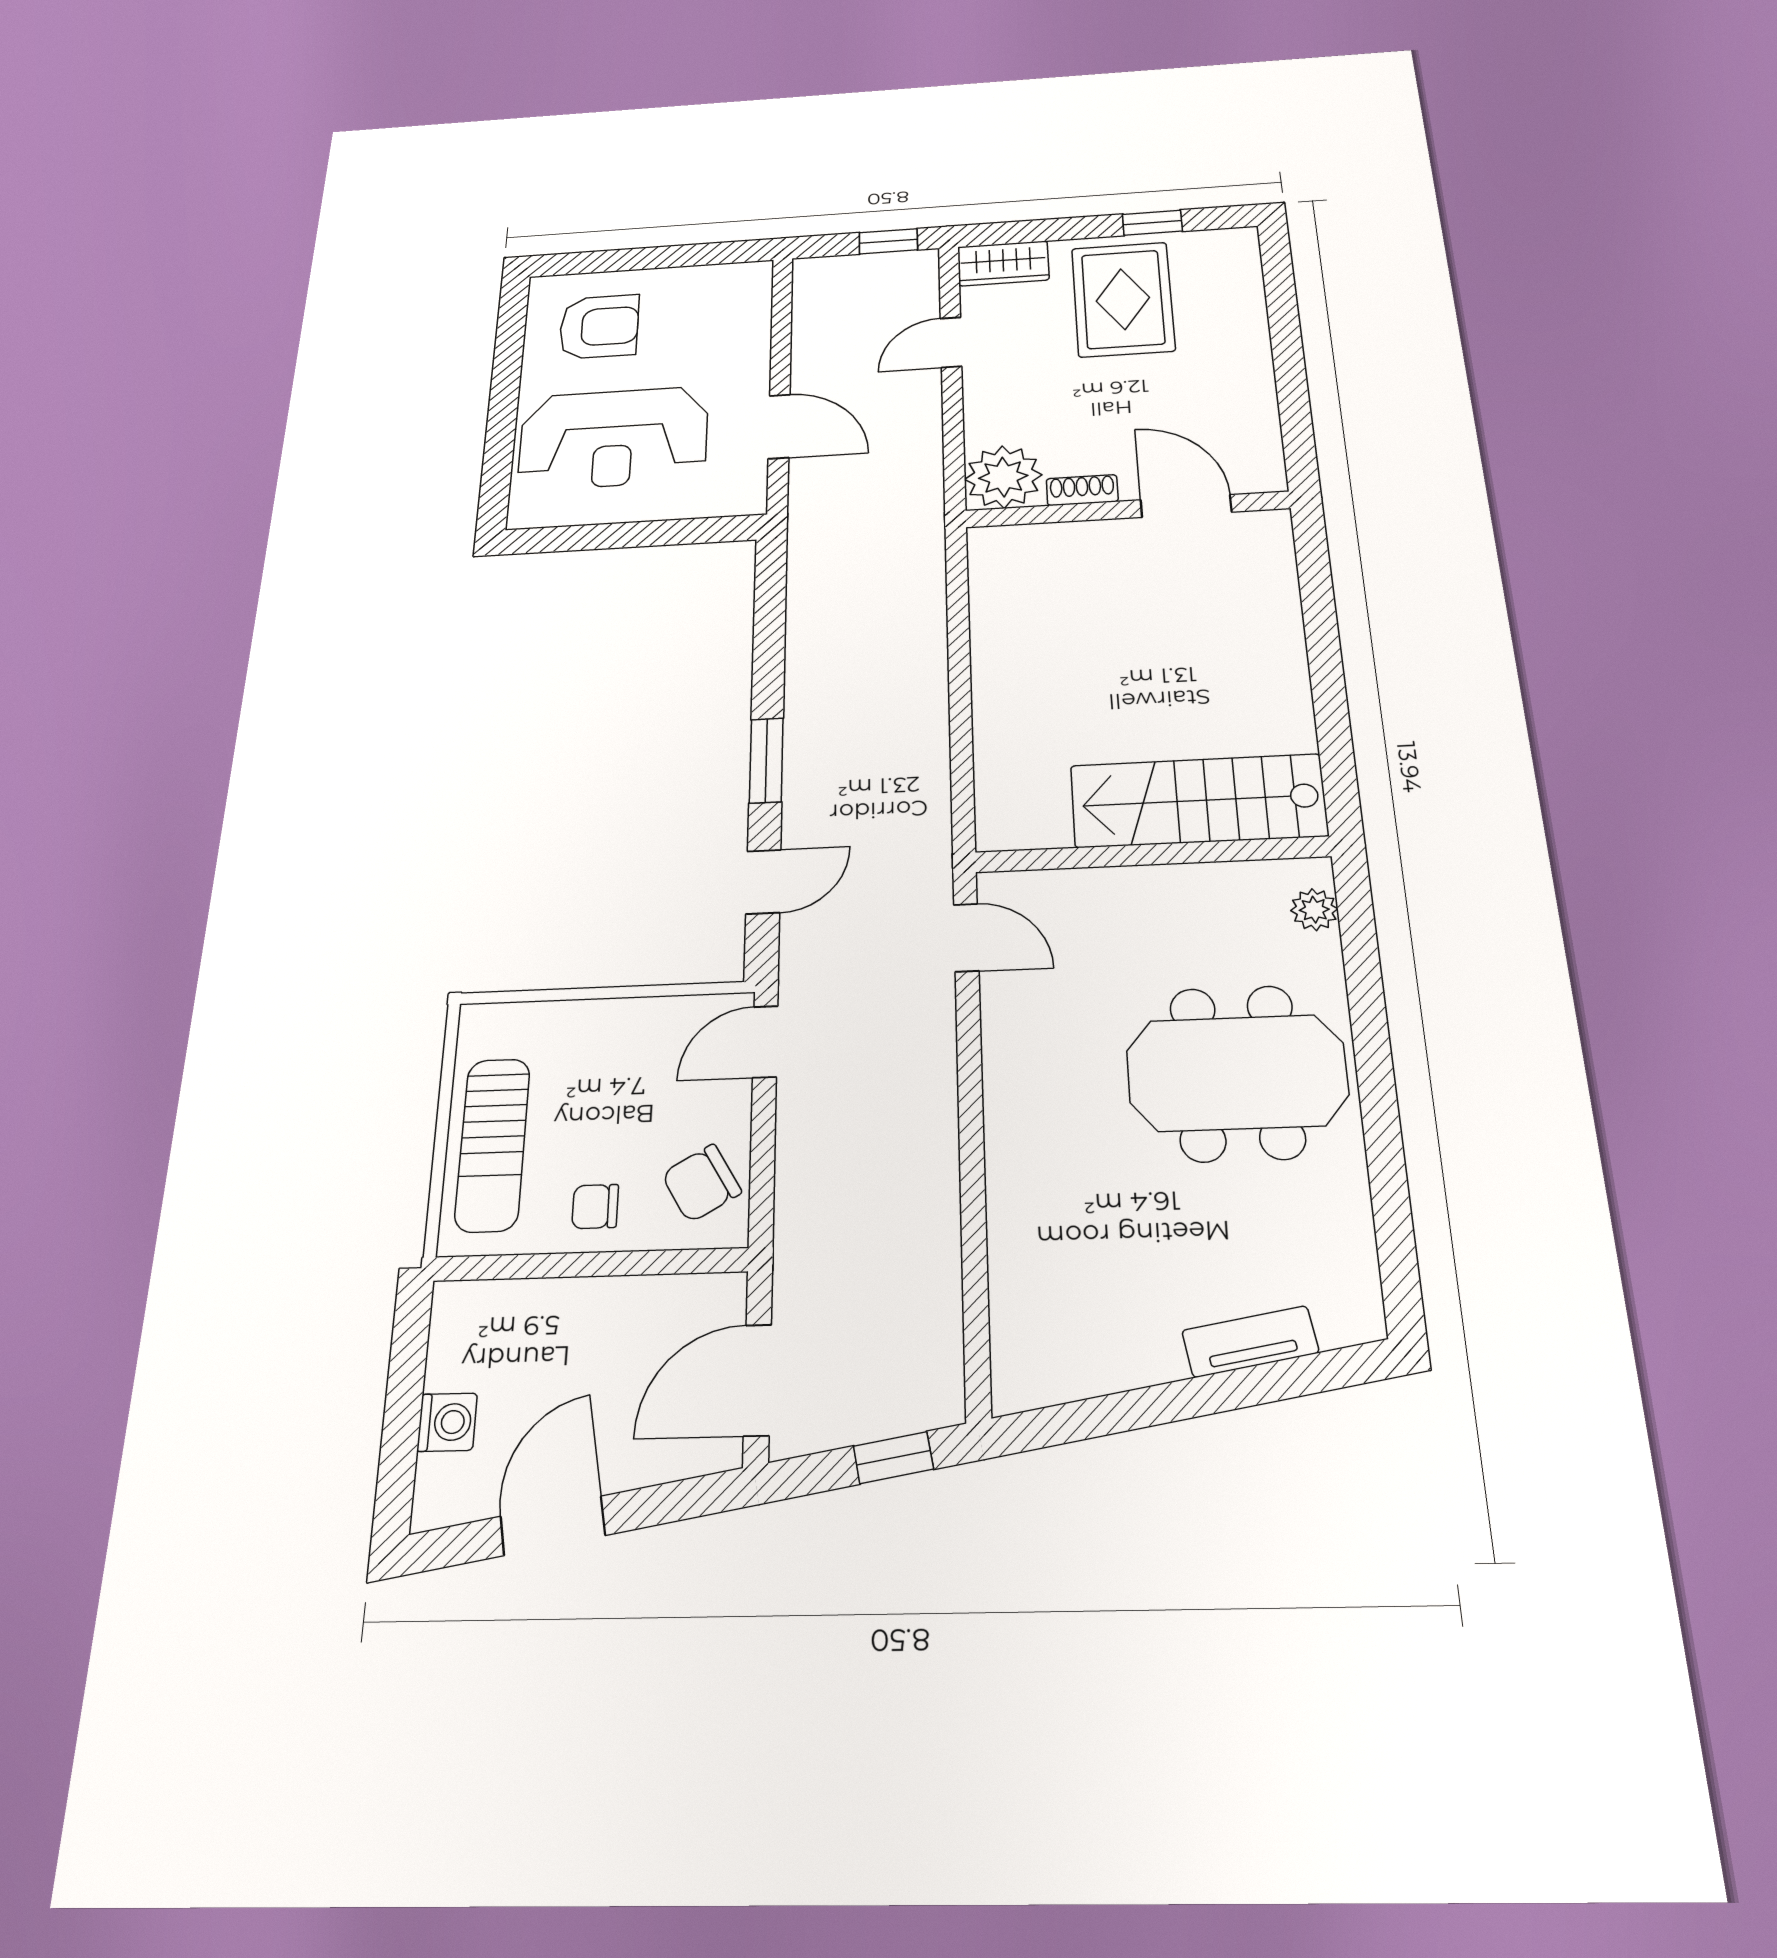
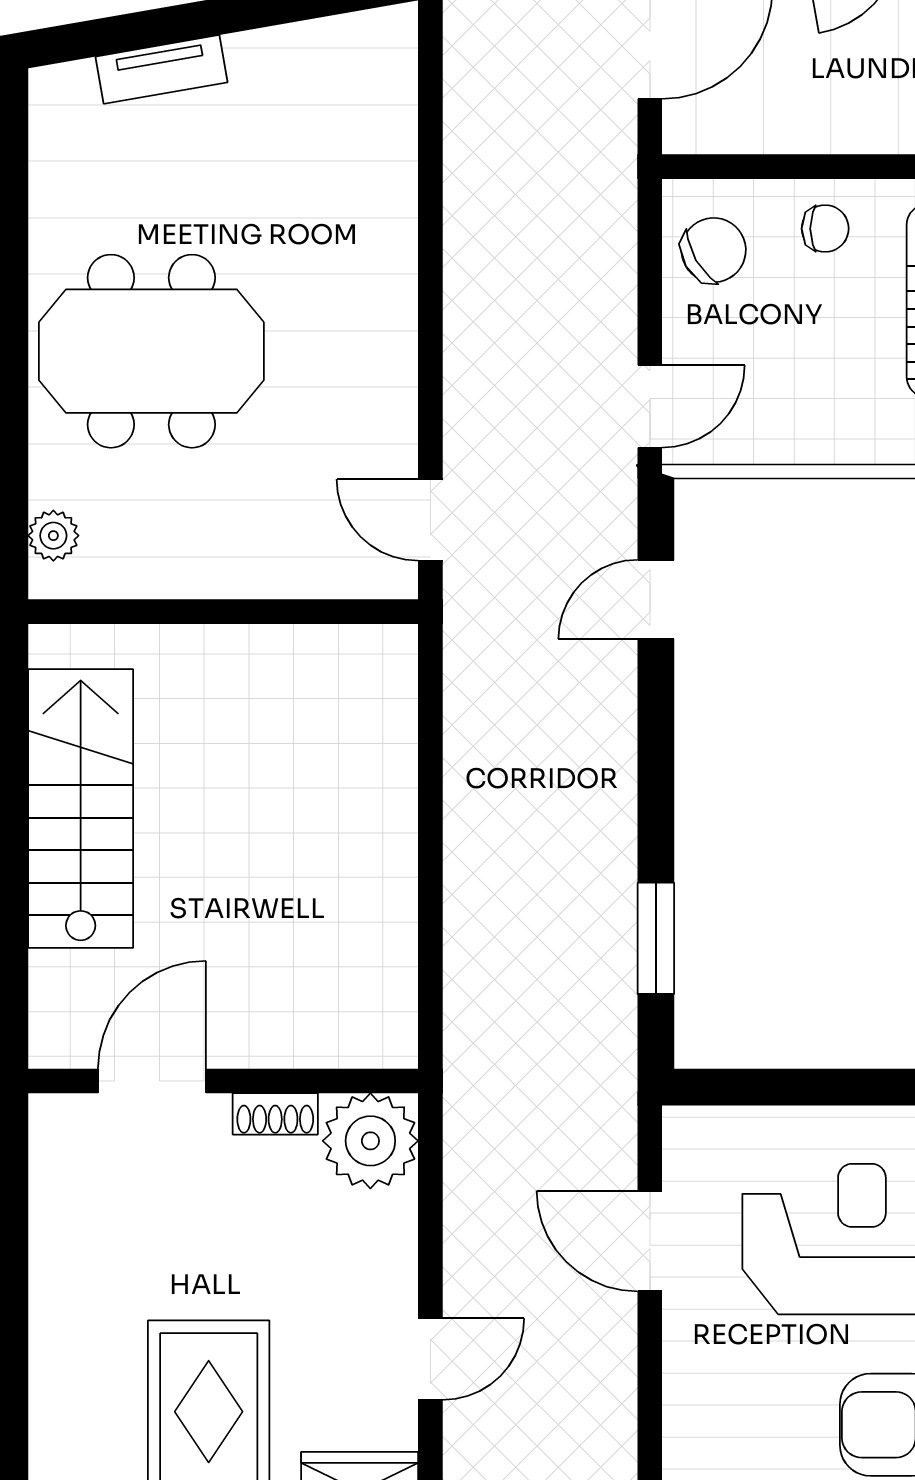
door: (1186, 506) -> (152, 1081), swing flipped
window: (766, 760) -> (656, 938), moved
stairs: (1198, 801) -> (81, 809), moved, turned -90

